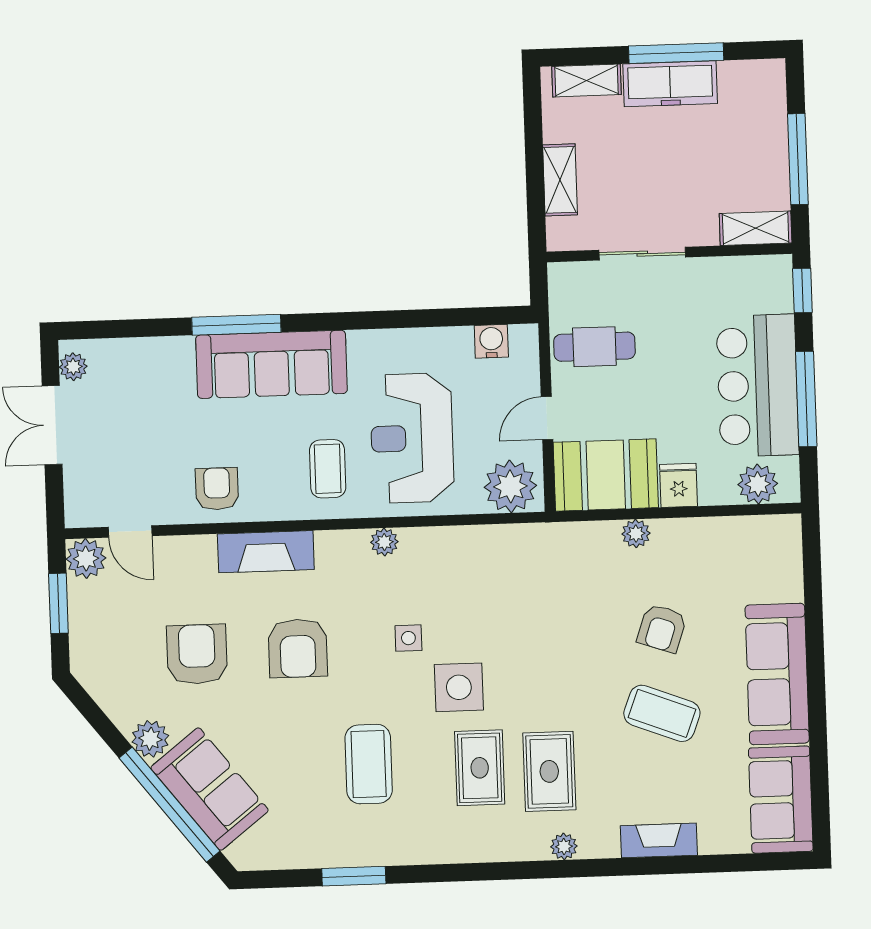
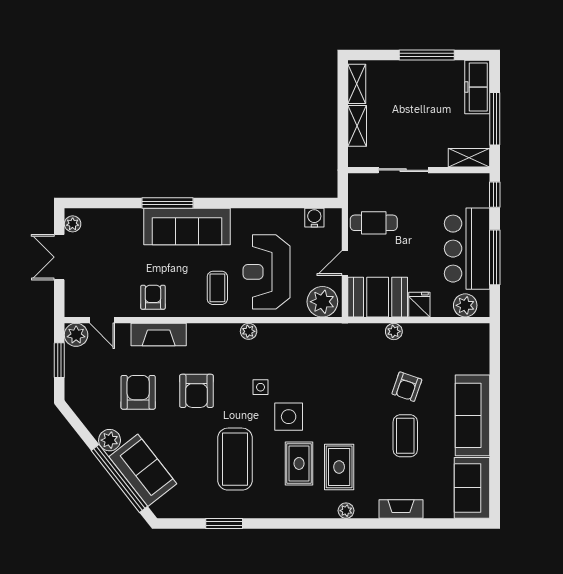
shelving: (587, 80) -> (357, 84), moved, turned 90
freezer: (670, 84) -> (477, 87), moved, turned 90
fireplace: (266, 552) -> (159, 335), moved
coffee table: (662, 713) -> (405, 436), turned 69
coffee table: (369, 764) -> (235, 459), width x1.36, depth x1.32

